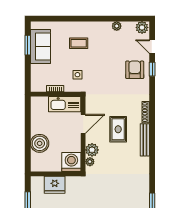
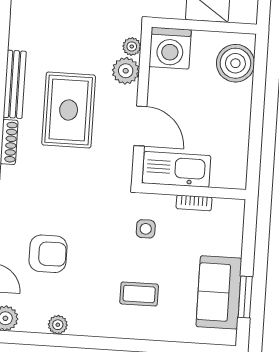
armchair: (135, 70) -> (48, 254), moved, turned -90
door: (83, 124) -> (140, 126), swing flipped
rug: (118, 129) -> (69, 110), width x1.36, depth x1.43
boiler: (40, 143) -> (235, 63), moved

